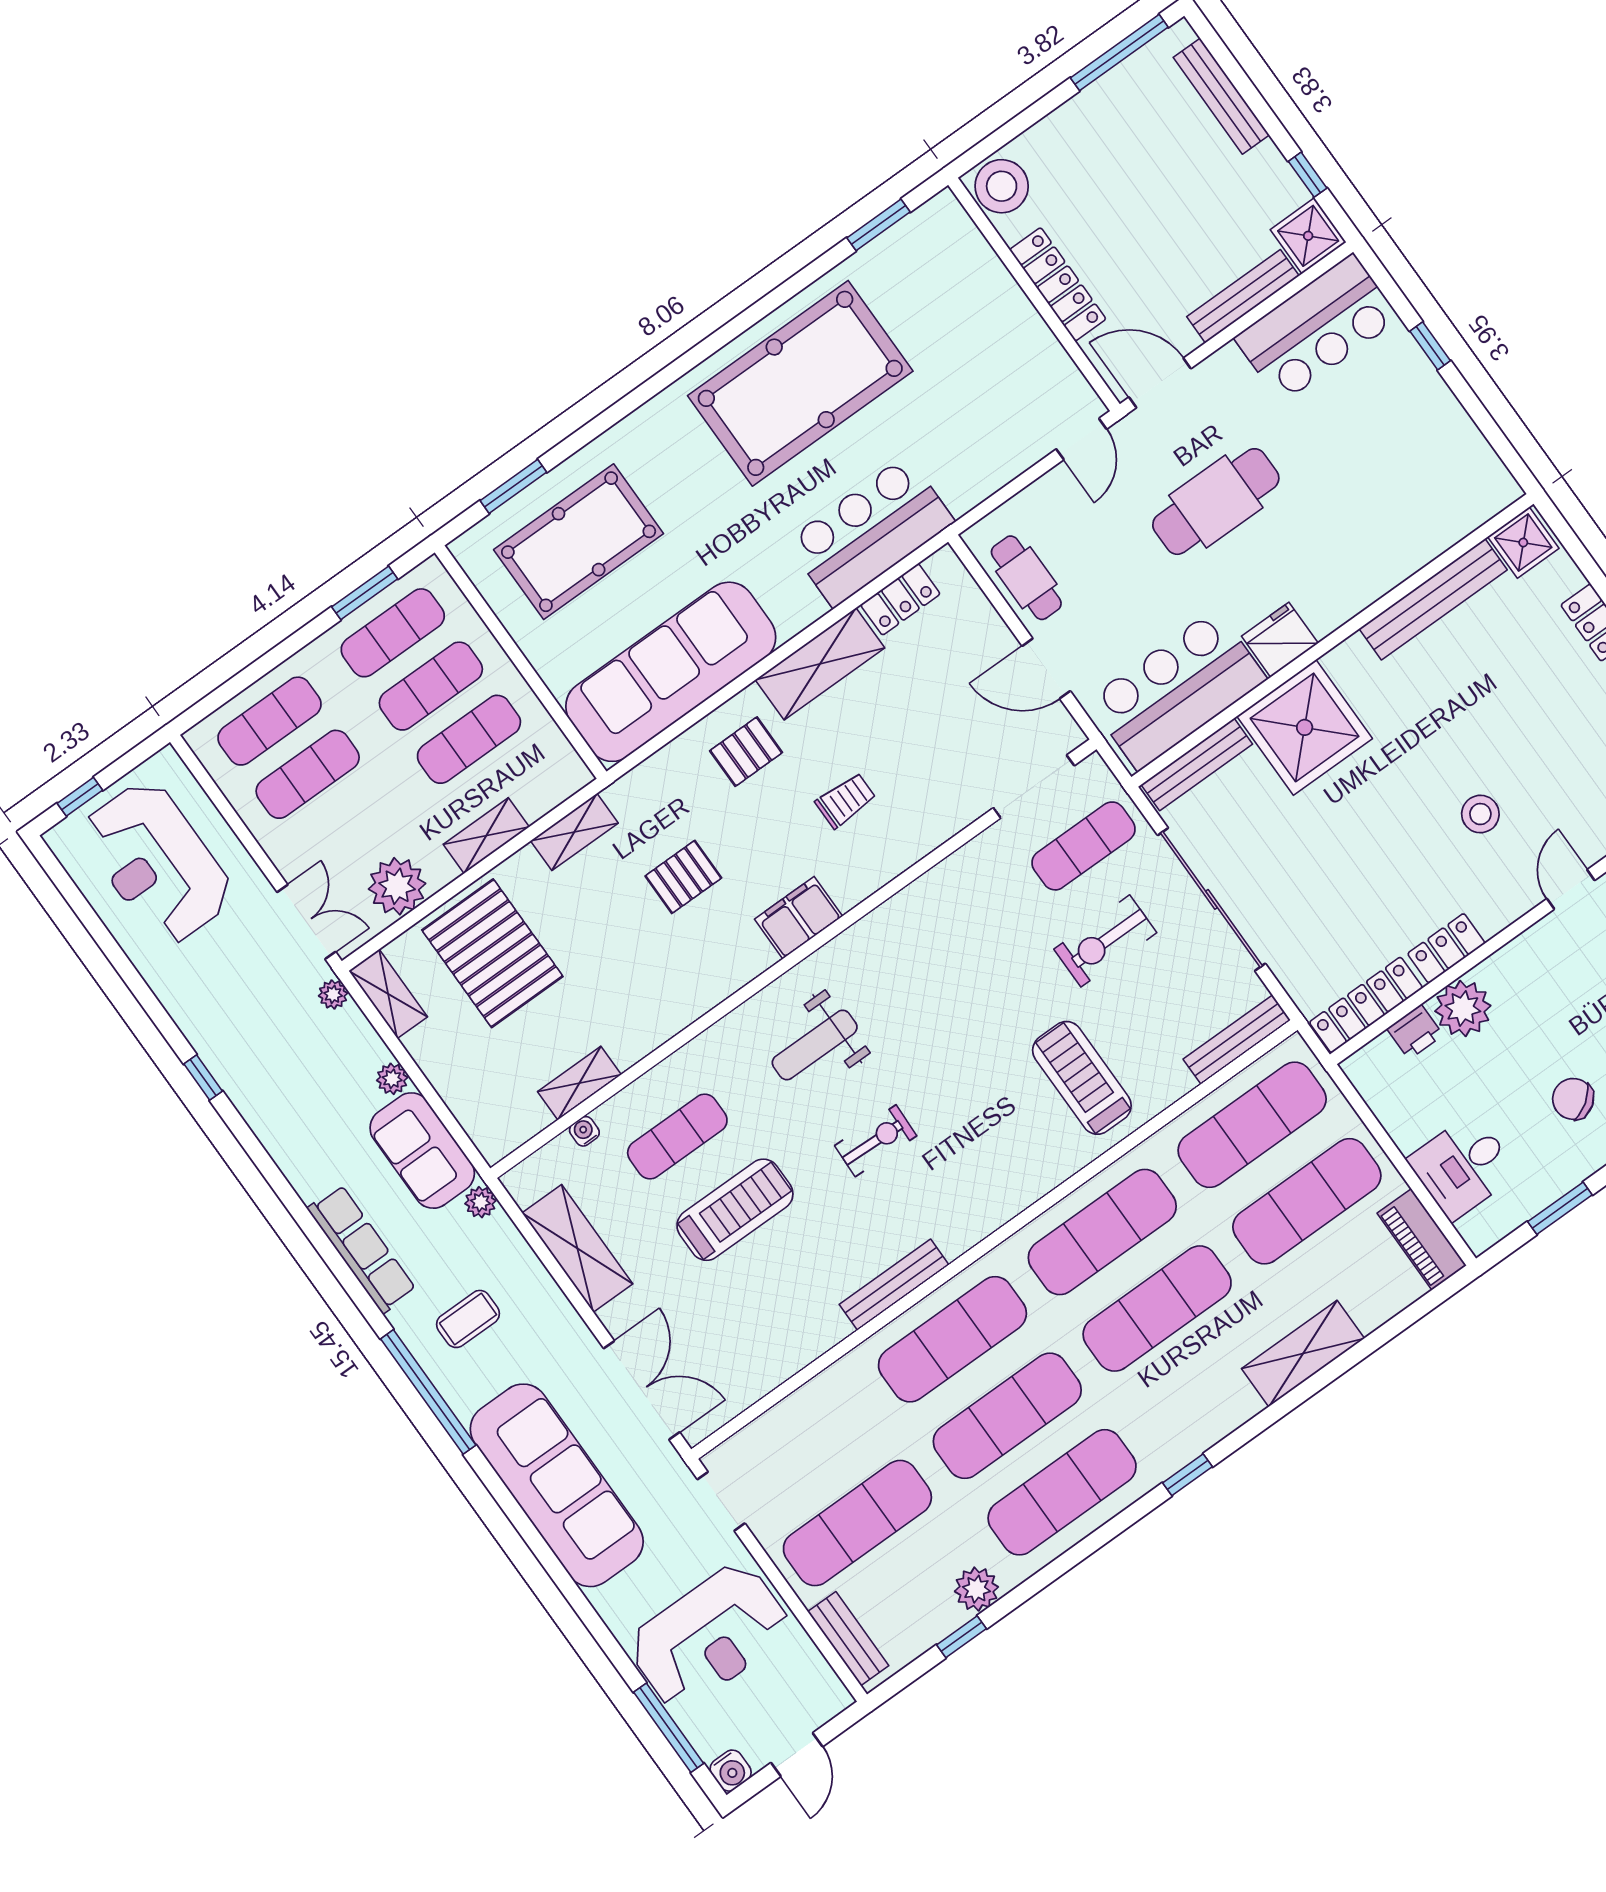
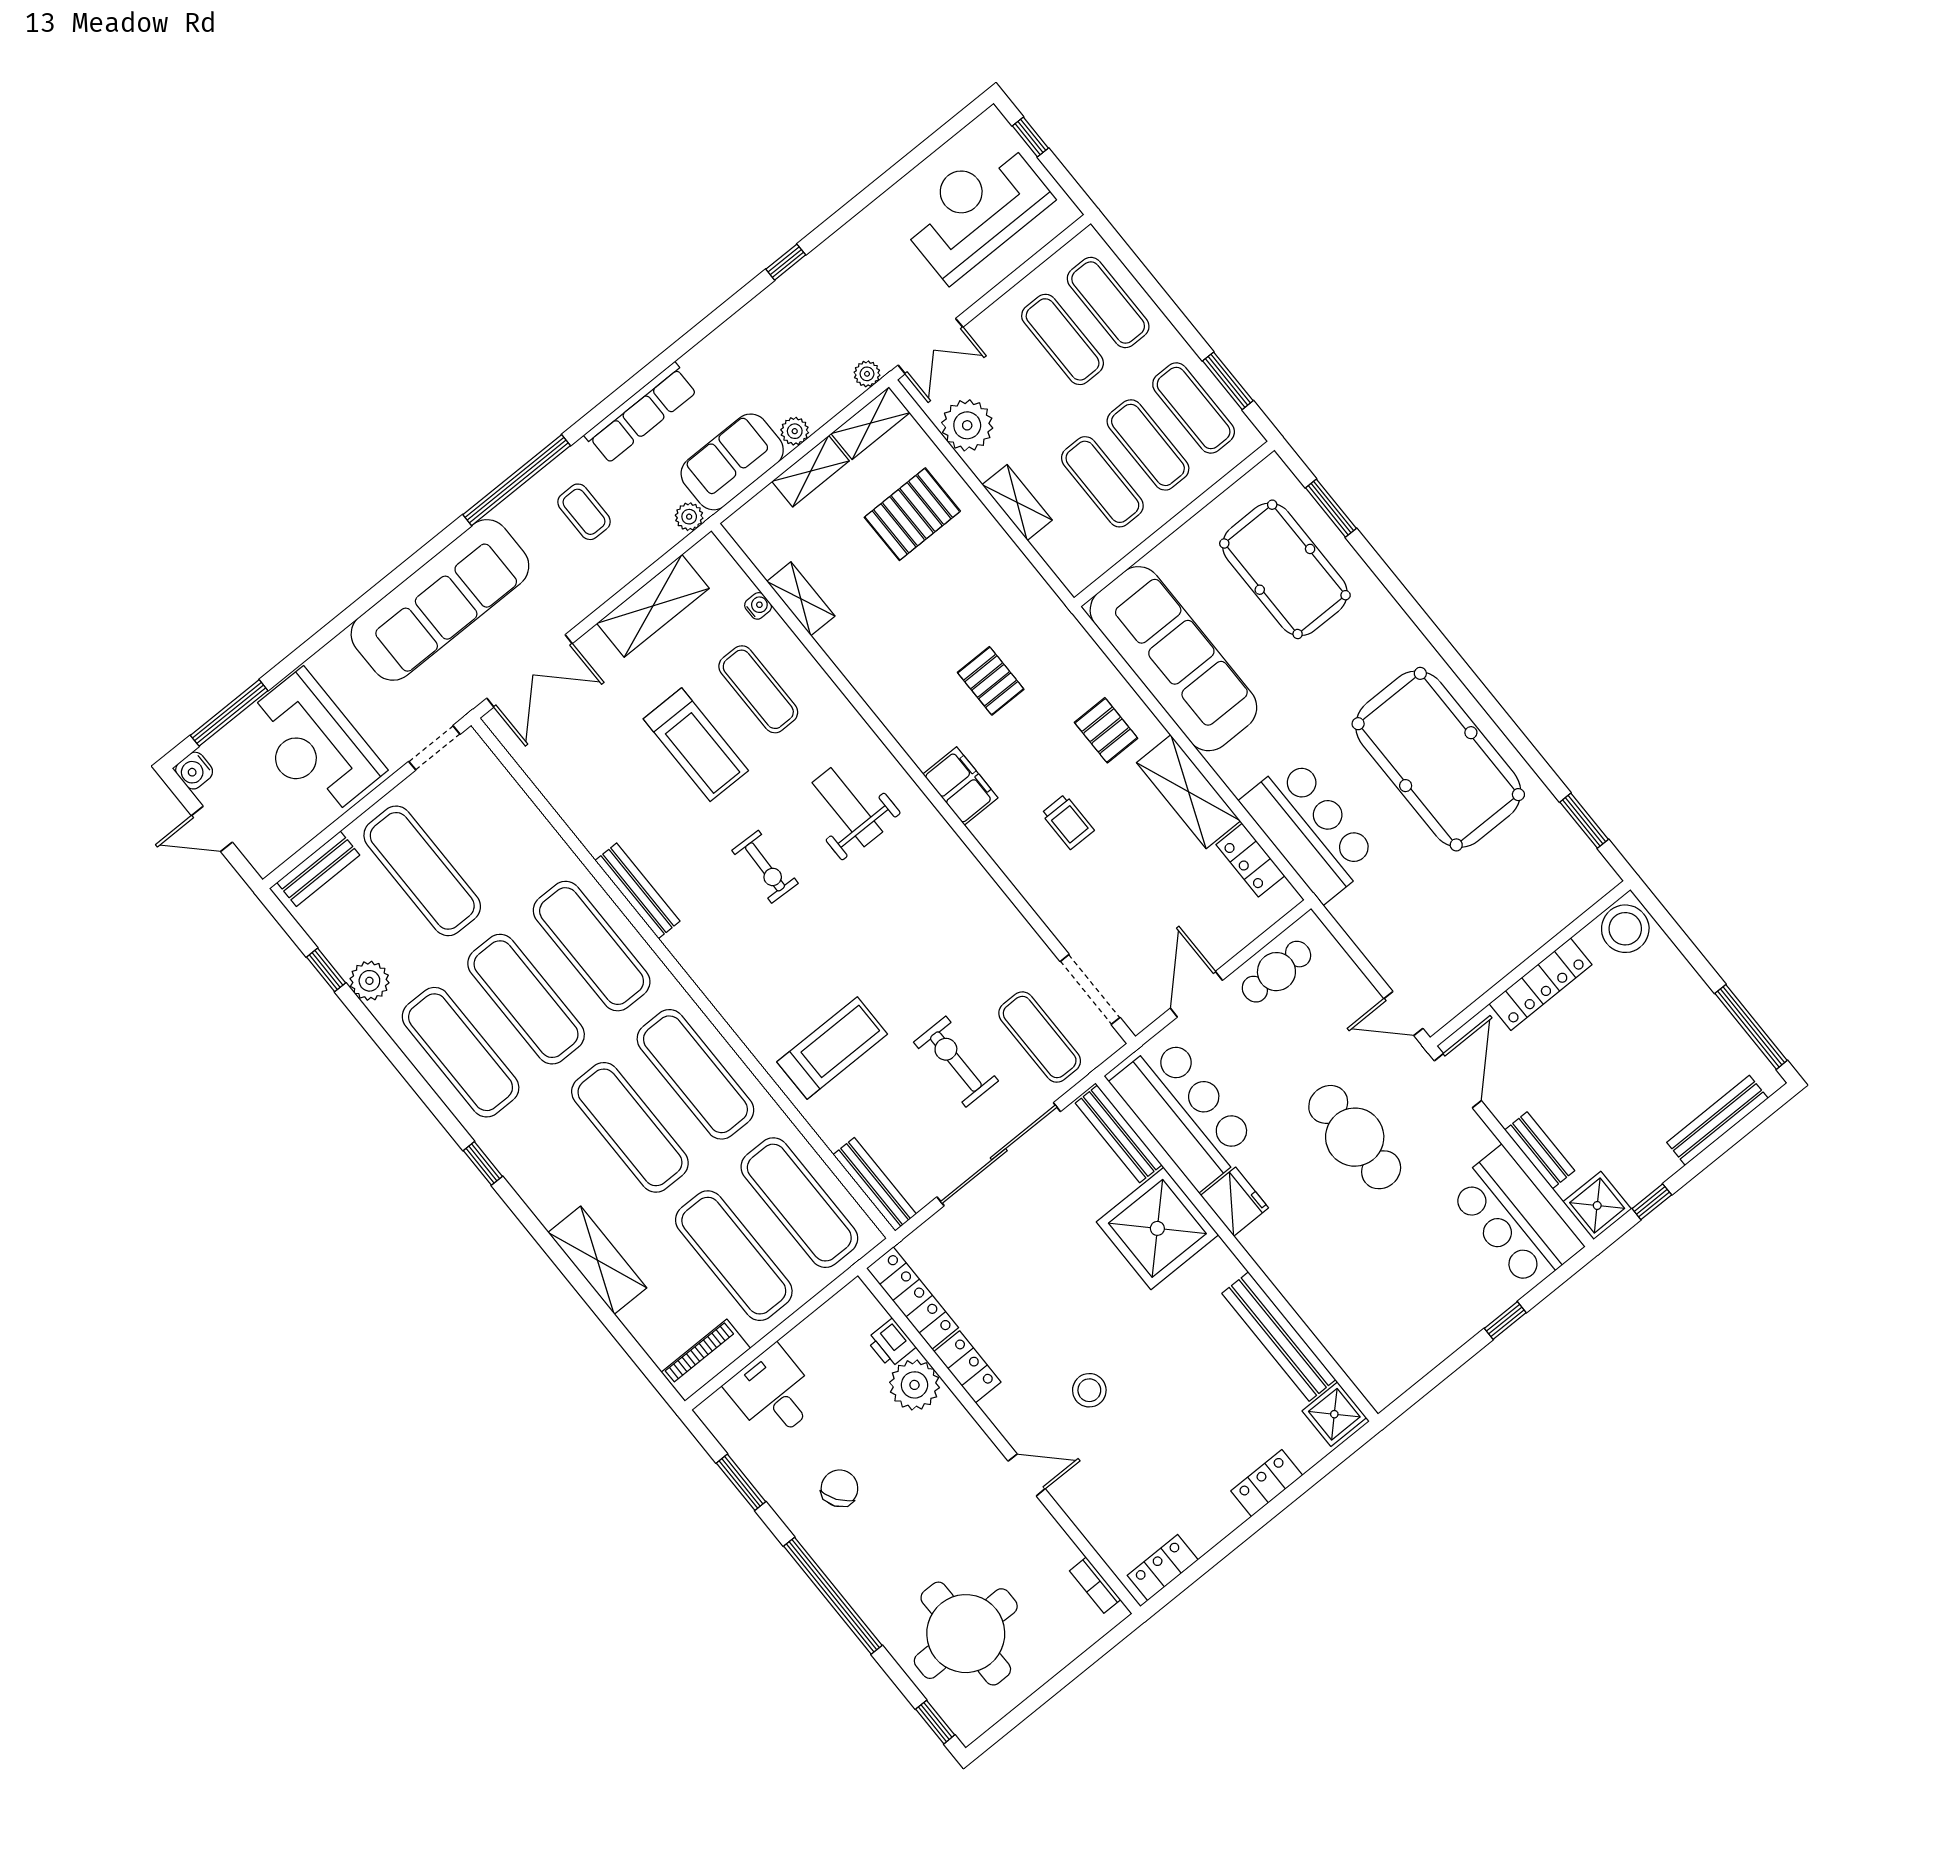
bench: (1243, 296) -> (1540, 1150), width x0.73
shelving: (574, 832) -> (811, 471), moved, turned 90
pallet: (492, 953) -> (912, 514), width x0.73, depth x0.71

